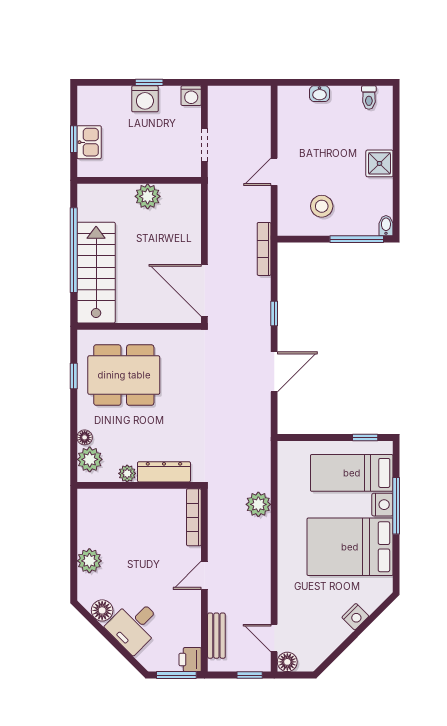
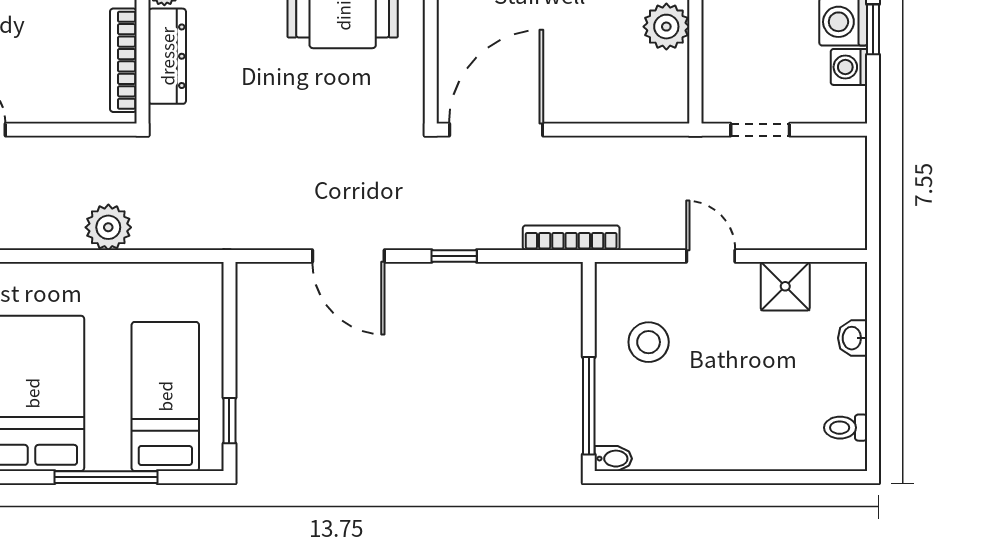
washing machine: (191, 96) -> (849, 67), moved
shower: (379, 163) -> (785, 286), moved
nightstand: (382, 505) -> (108, 452), removed
bookcase: (194, 517) -> (123, 60), moved, turned -90

